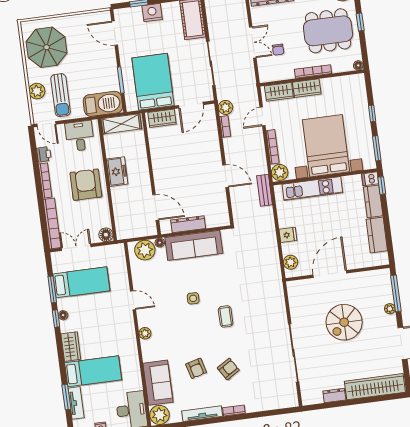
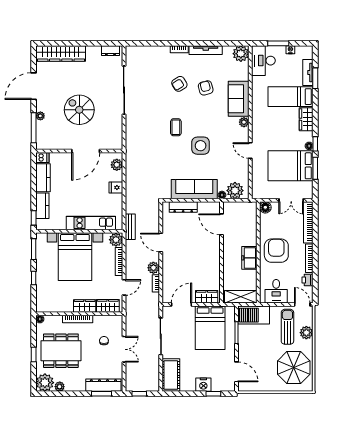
double door: (253, 42) -> (124, 349), swing flipped
plant: (225, 107) -> (153, 268), moved
dishwasher: (370, 179) -> (42, 158), moved
armchair: (86, 185) -> (276, 251), turned 180
dresser: (188, 224) -> (183, 207), moved
bed: (81, 282) -> (291, 166), width x1.50
side table: (193, 298) -> (201, 146), width x1.87, depth x1.87
spiral stairs: (344, 322) -> (79, 110), turned -90
sofa: (158, 383) -> (239, 99), moved
dresser: (334, 396) -> (110, 51), moved

